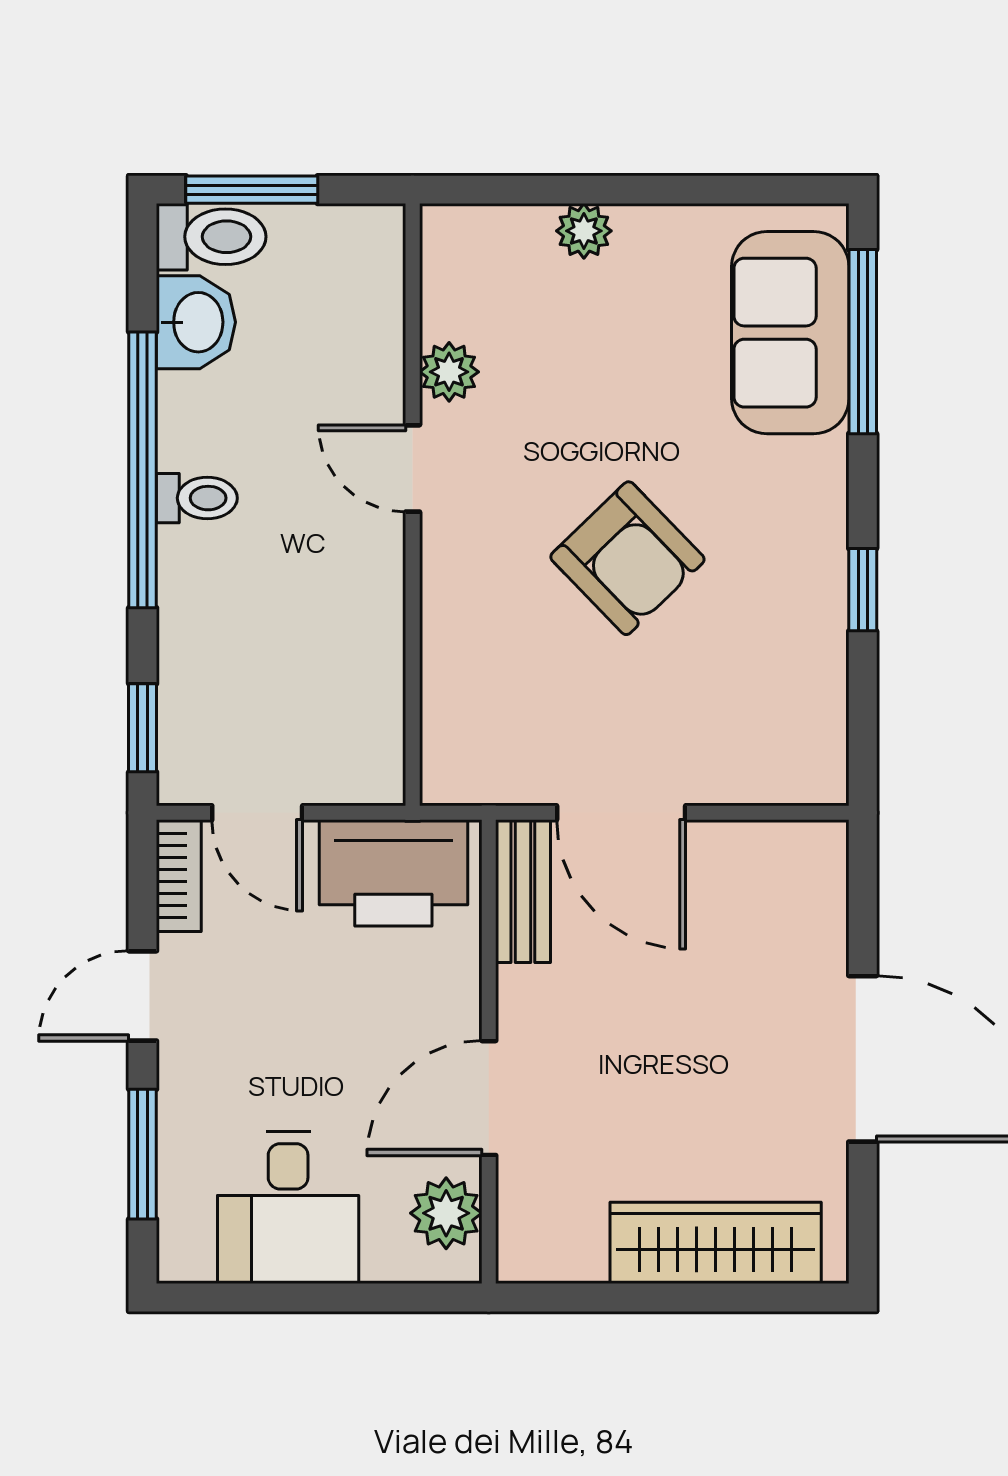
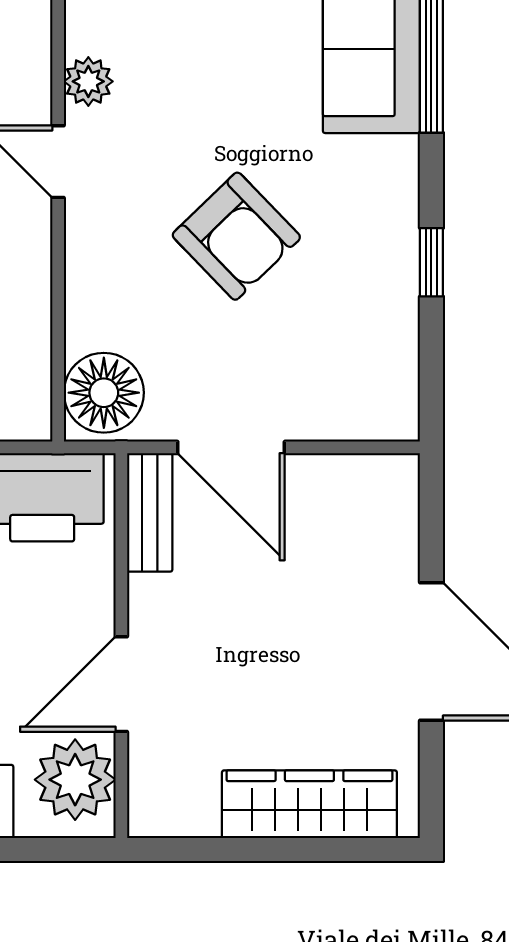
floor lamp: (468, 747) -> (104, 393), added
plant: (446, 1213) -> (75, 780), width x1.36, depth x1.36

